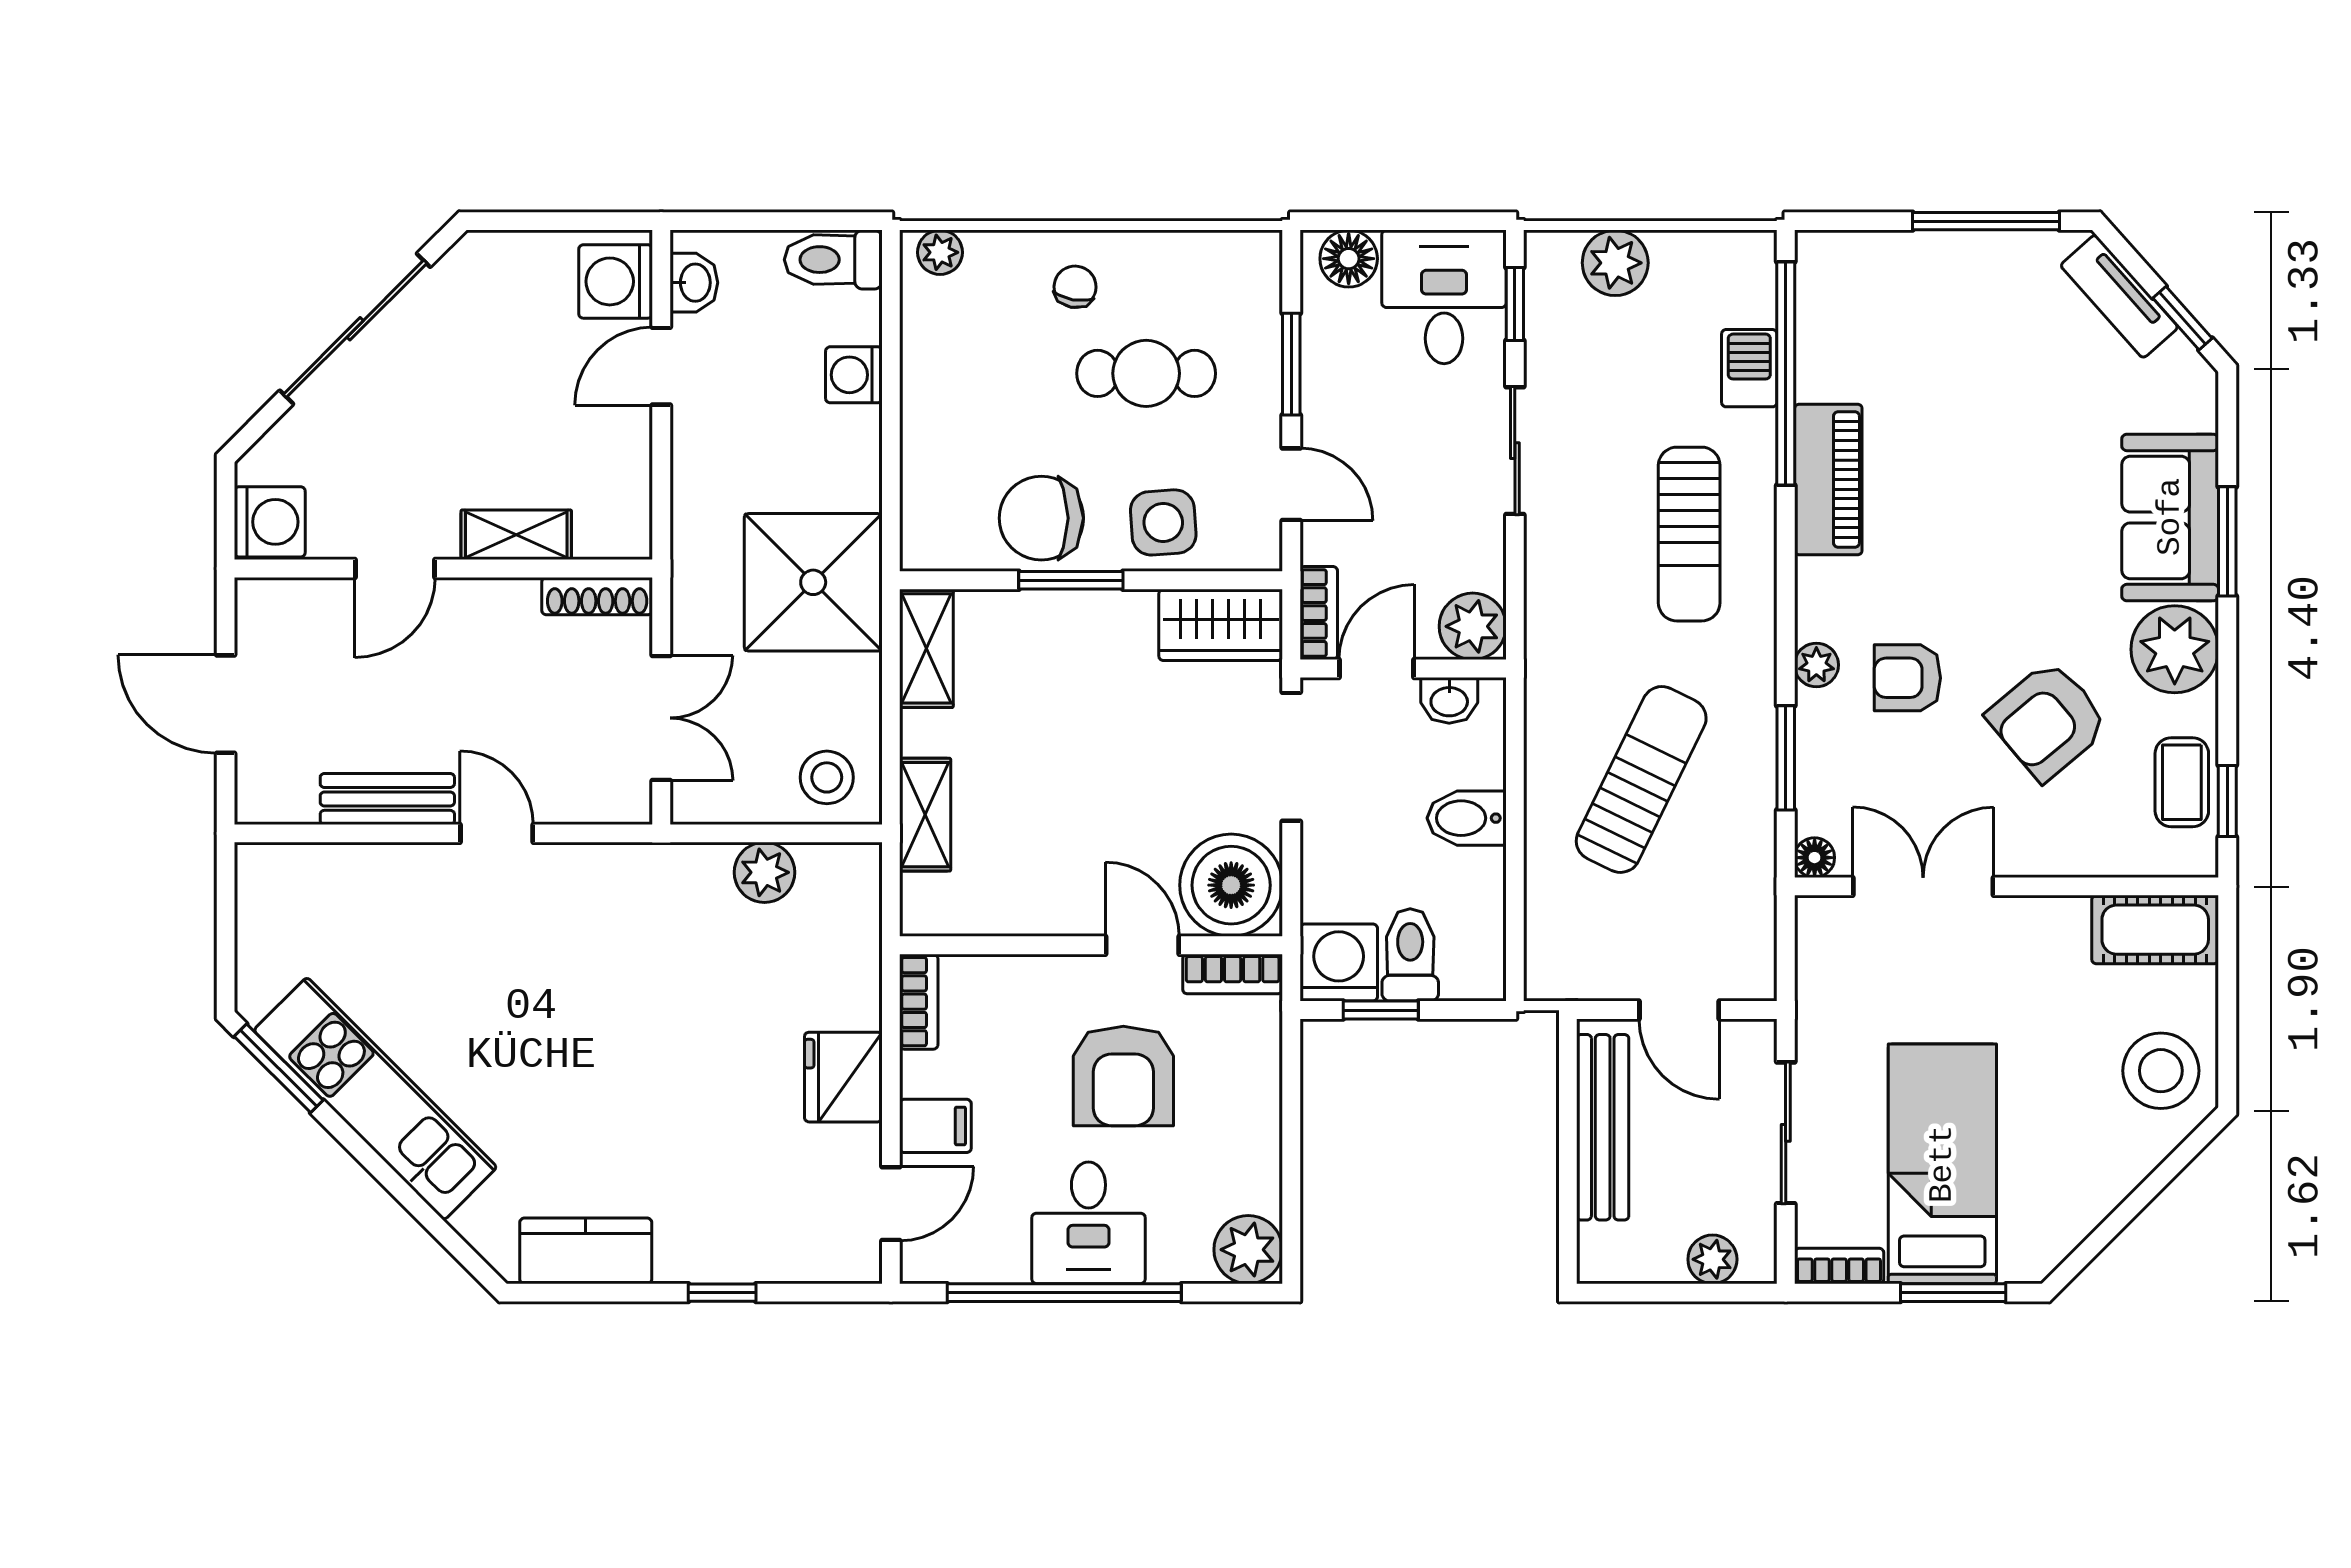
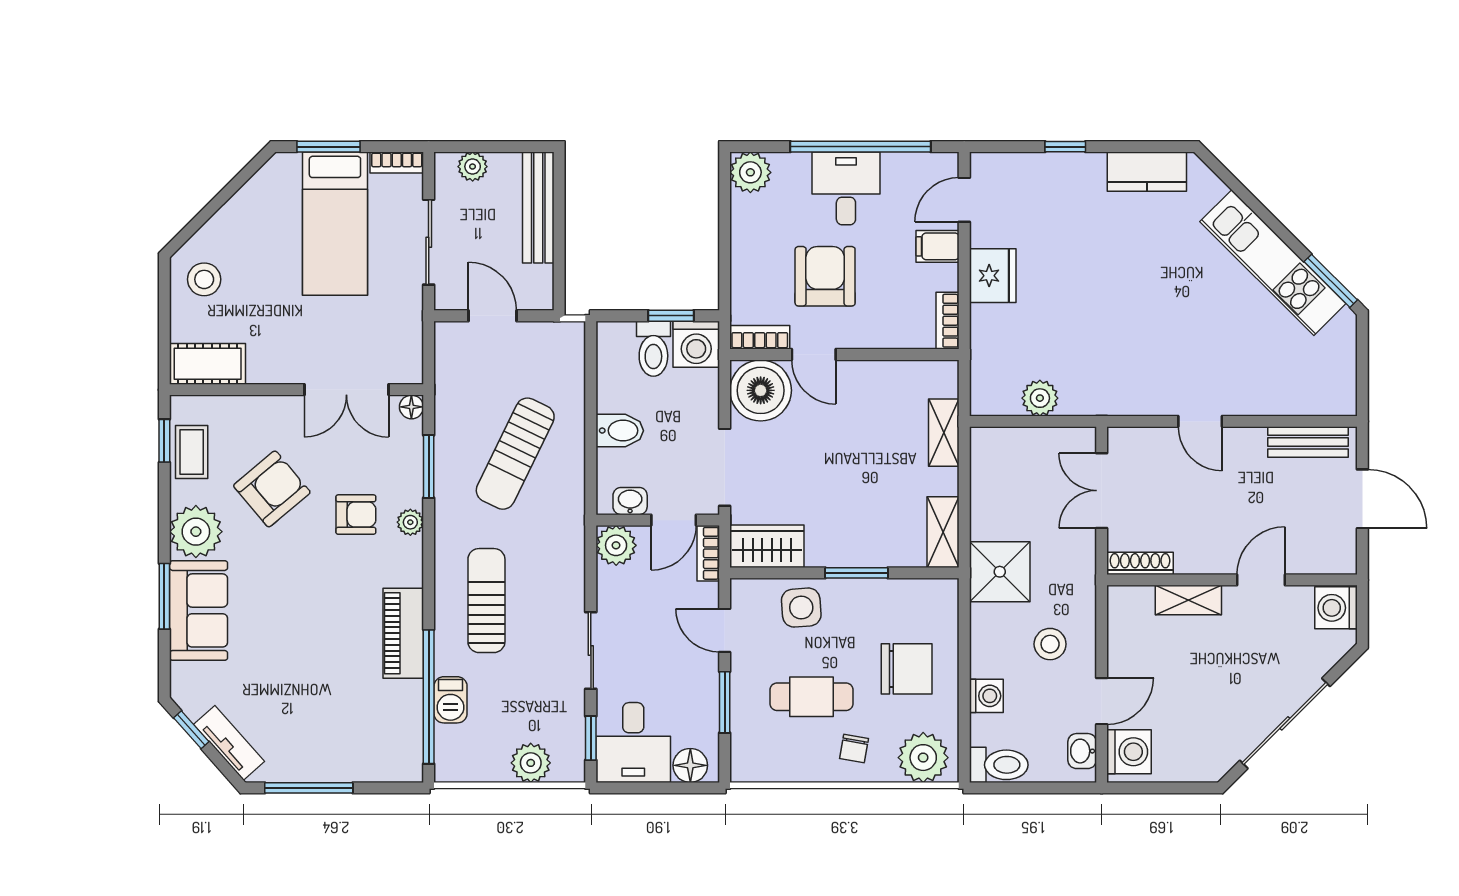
plant: (940, 252) -> (923, 758), width x1.88, depth x1.88
chair: (1041, 518) -> (907, 669), moved
shower: (813, 582) -> (1000, 572), width x0.73, depth x0.73
stool: (827, 777) -> (1050, 644), moved
bench: (387, 799) -> (1308, 442), moved
stool: (2161, 1071) -> (204, 279), width x0.73, depth x0.73
bench: (1603, 1127) -> (538, 207), moved

